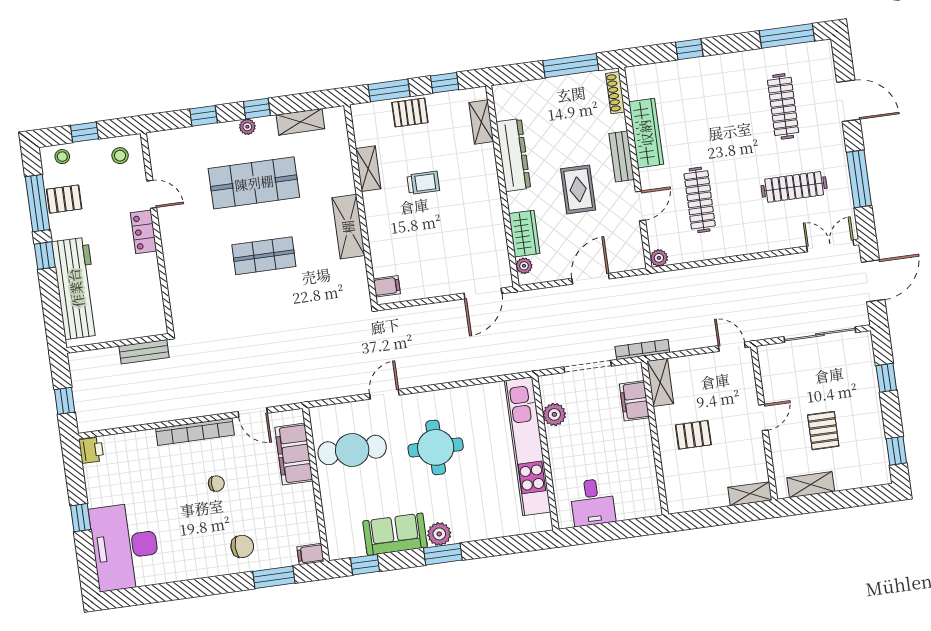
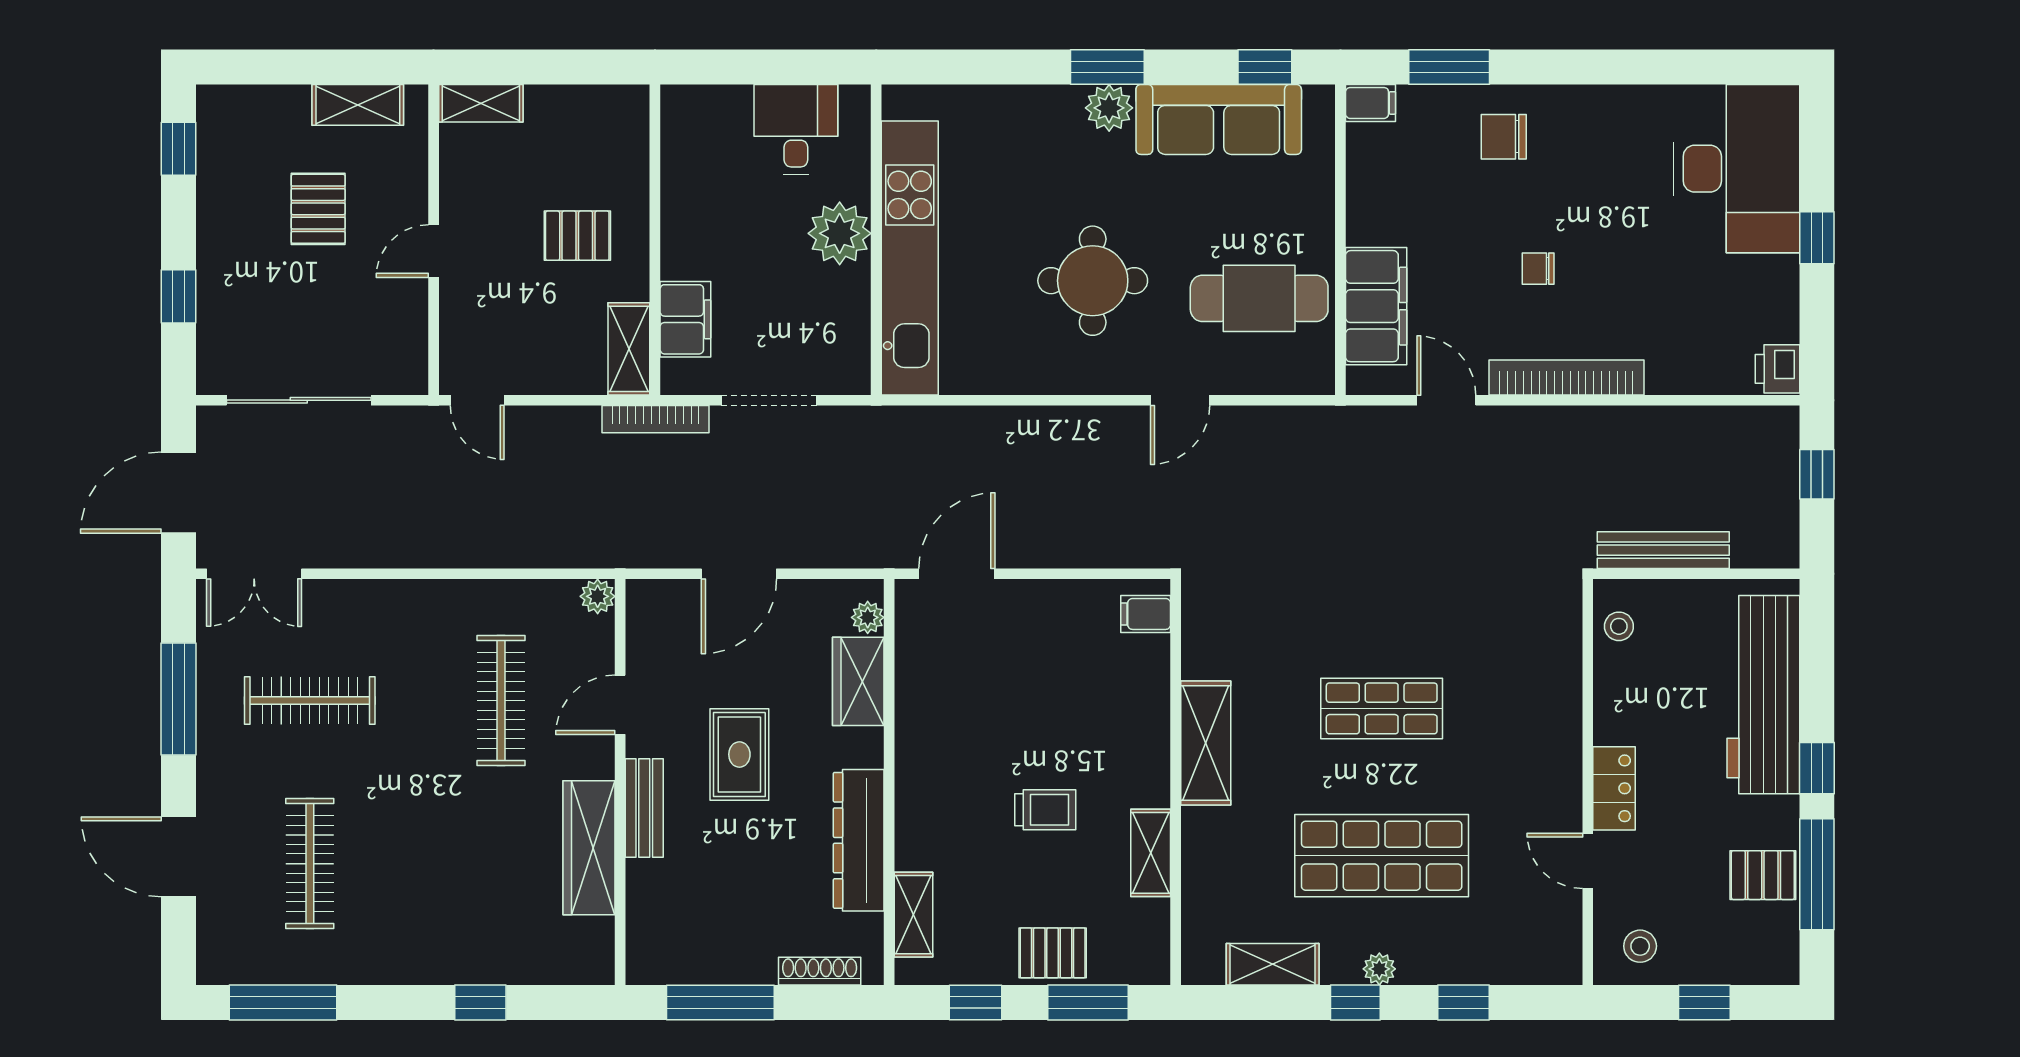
shoe rack: (615, 93) -> (820, 971), moved, turned -90
stool: (62, 157) -> (1619, 626), moved
trolley: (423, 183) -> (1045, 810), turned 180
bench: (144, 352) -> (1663, 550), width x1.36
plant: (554, 414) -> (840, 233), moved, width x1.36, depth x1.36
sofa: (395, 534) -> (1219, 119), width x1.36

